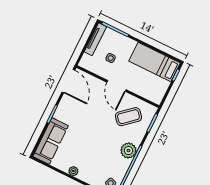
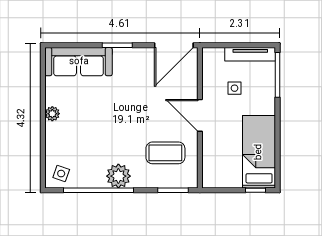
door: (117, 86) -> (200, 115), hinge flipped
coffee table: (128, 117) -> (165, 153), turned -49

